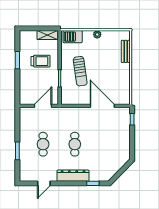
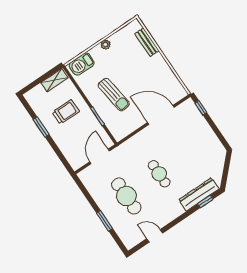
cafe table: (43, 144) -> (126, 196), width x1.37, depth x1.35
dresser: (73, 176) -> (199, 194), moved
door: (44, 183) -> (155, 236), swing flipped

